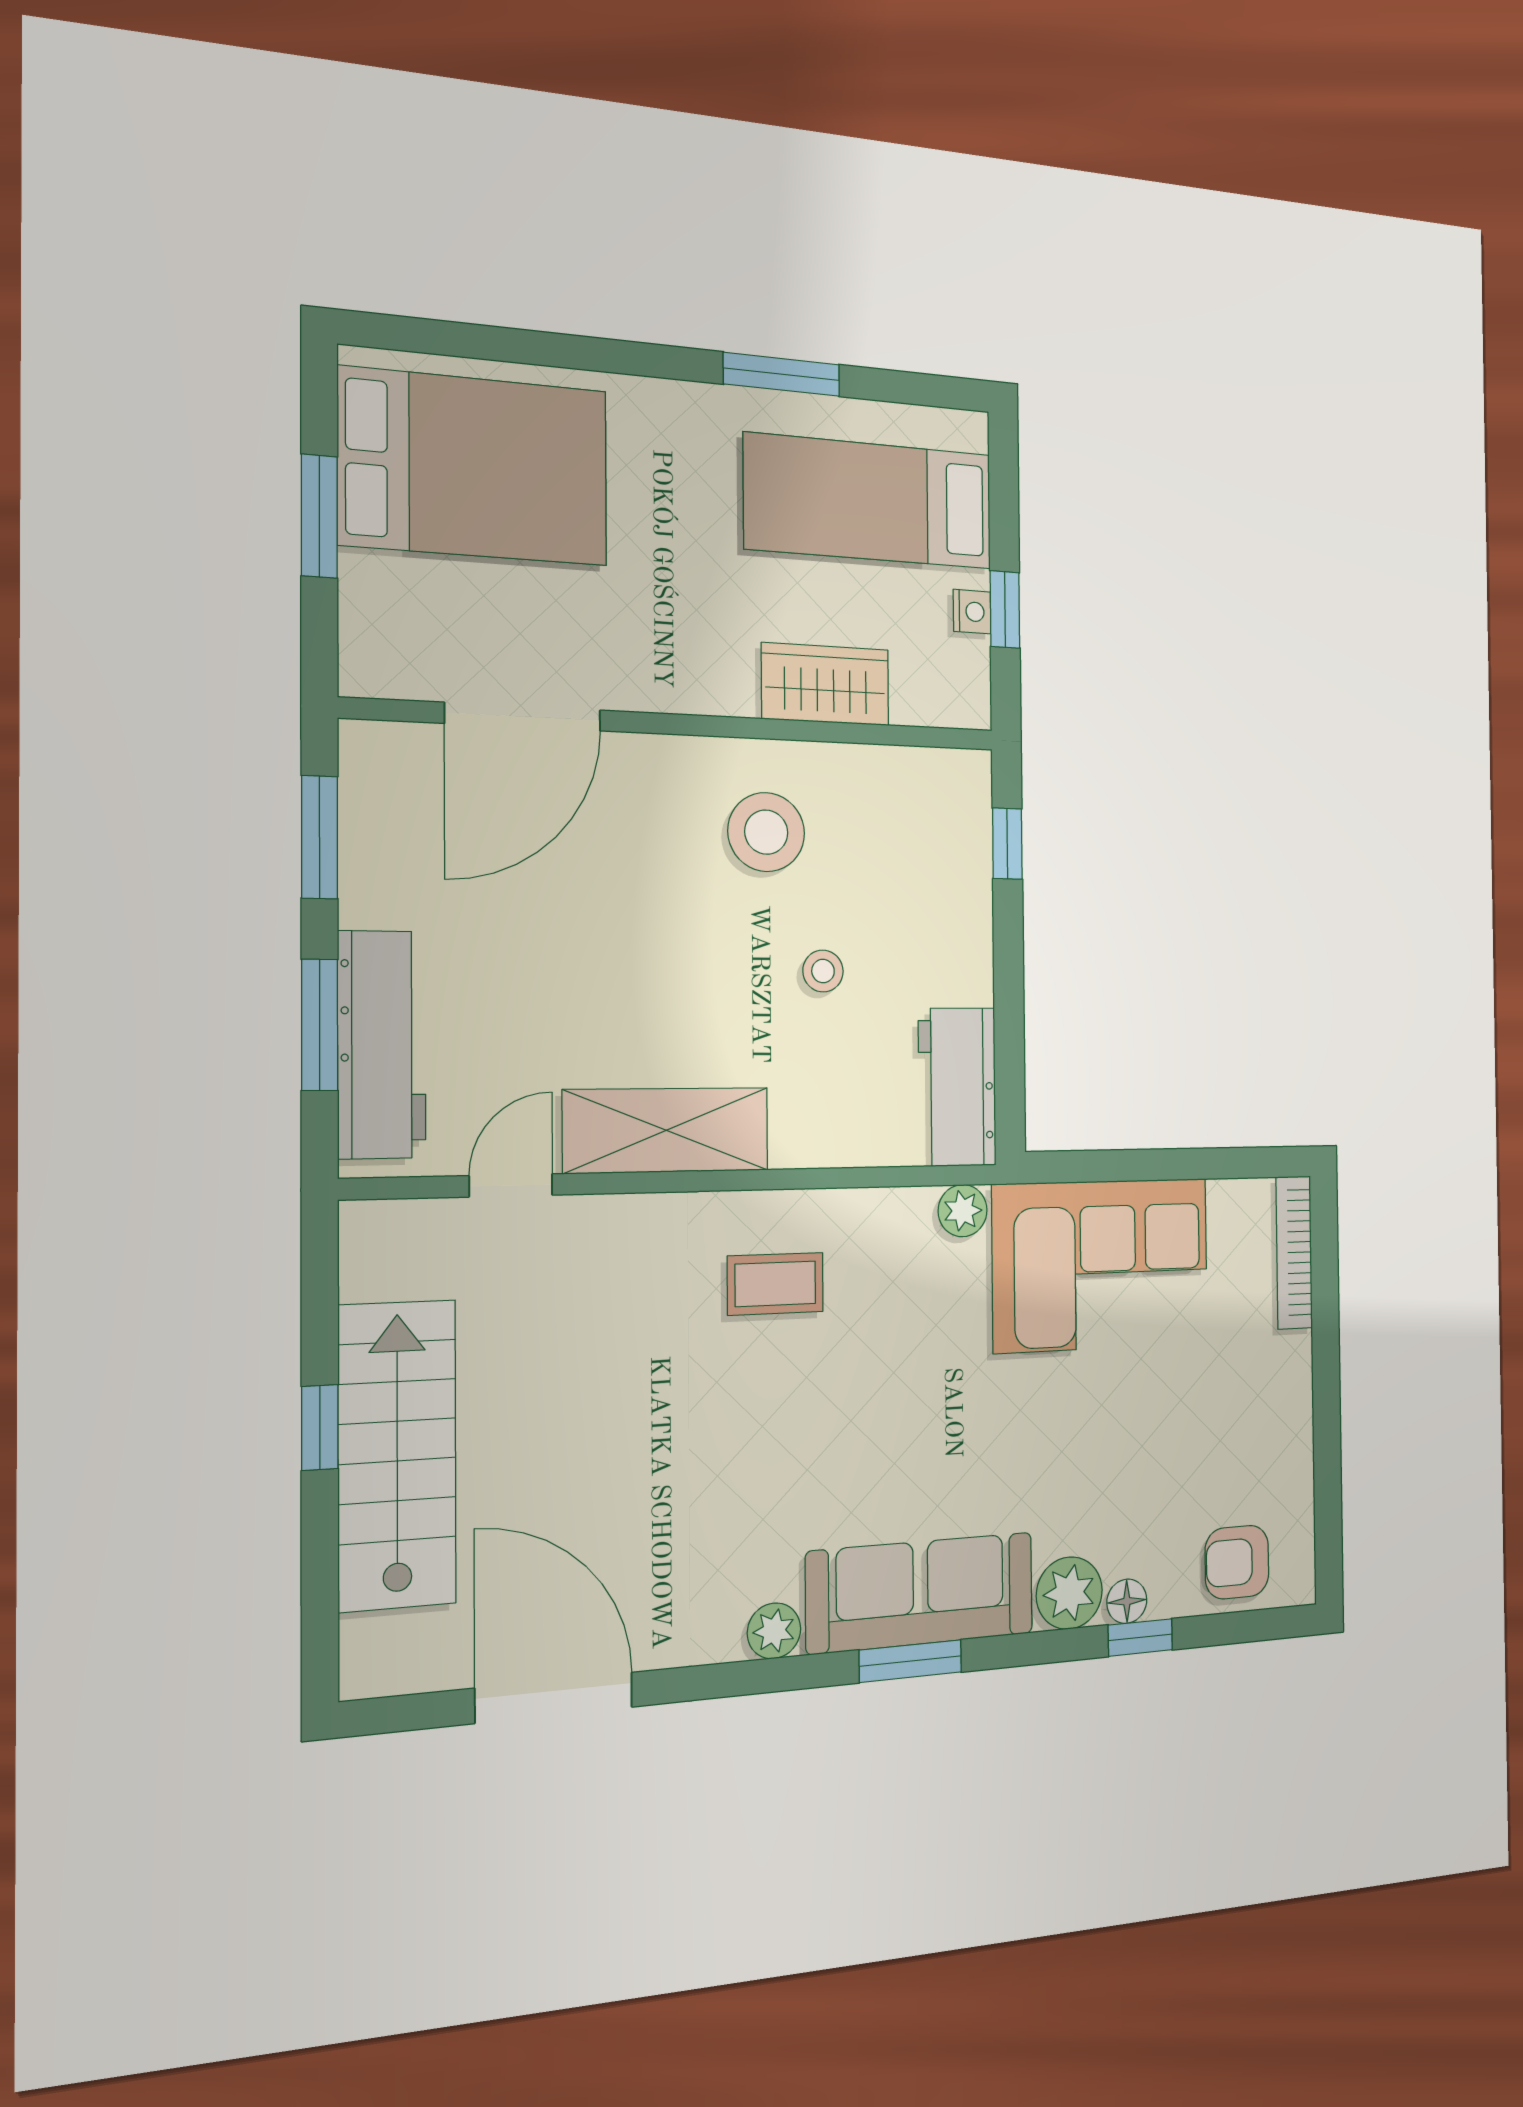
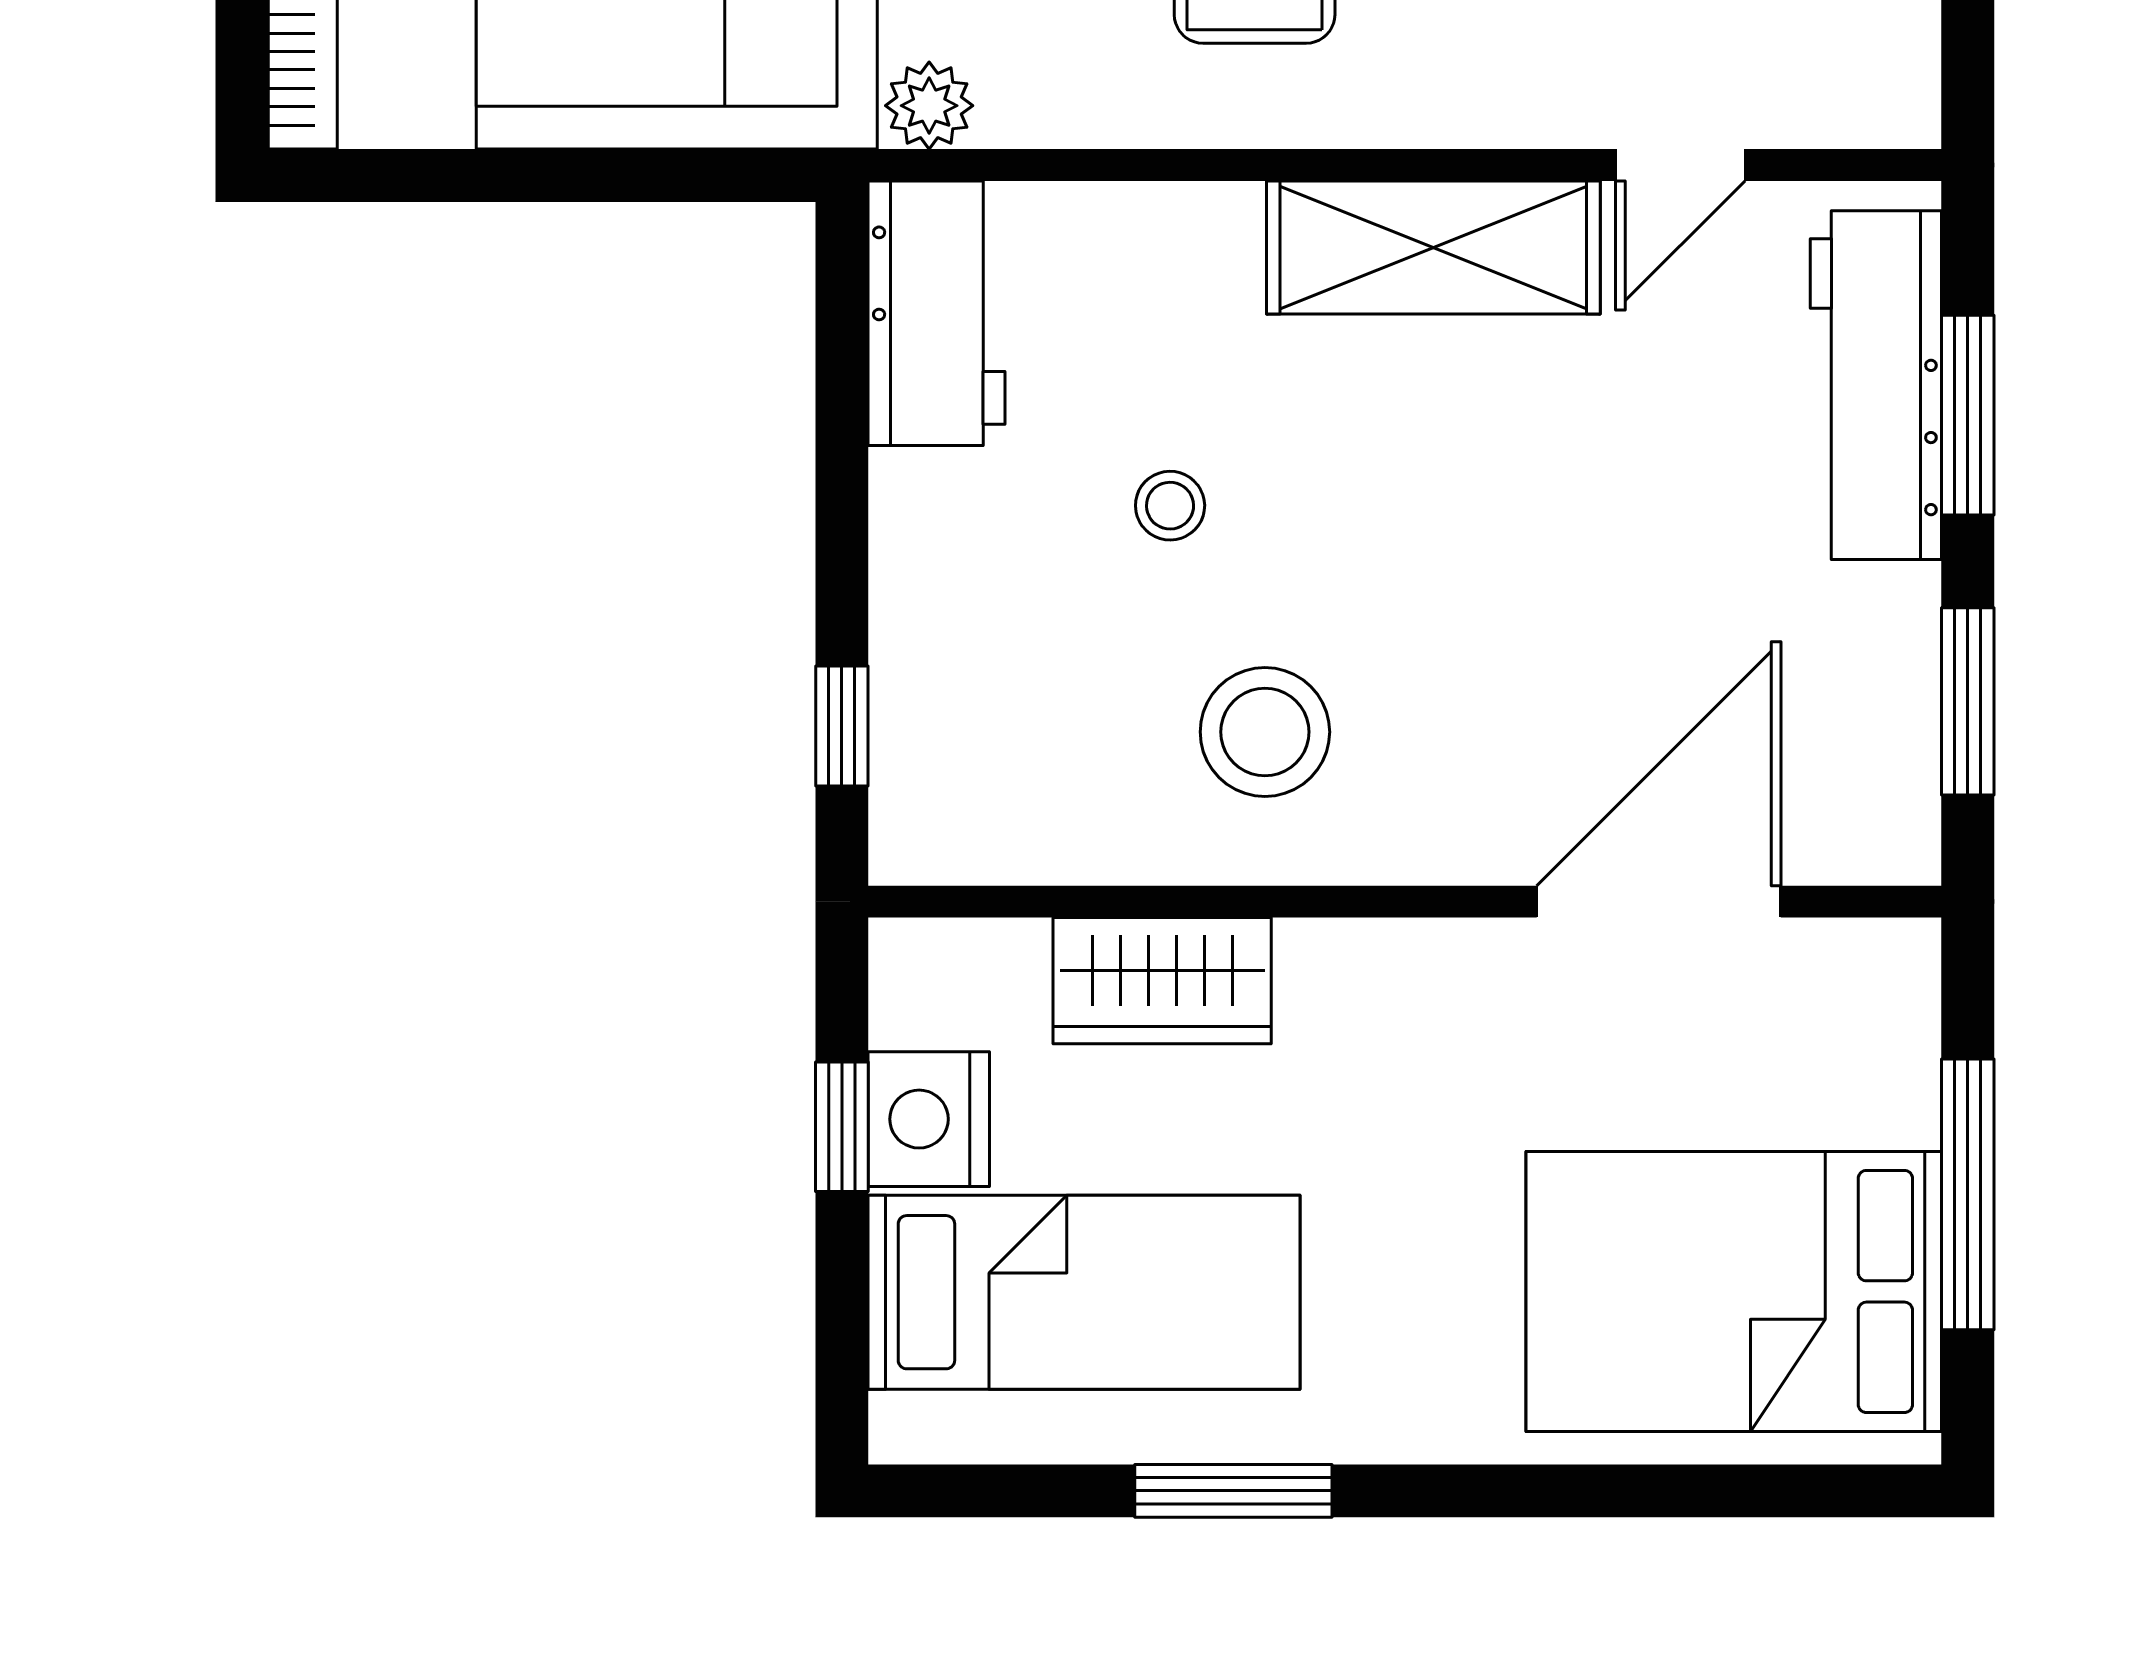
window: (319, 516) -> (1968, 1194), width x1.44
nightstand: (972, 612) -> (929, 1119), width x1.89, depth x1.79

